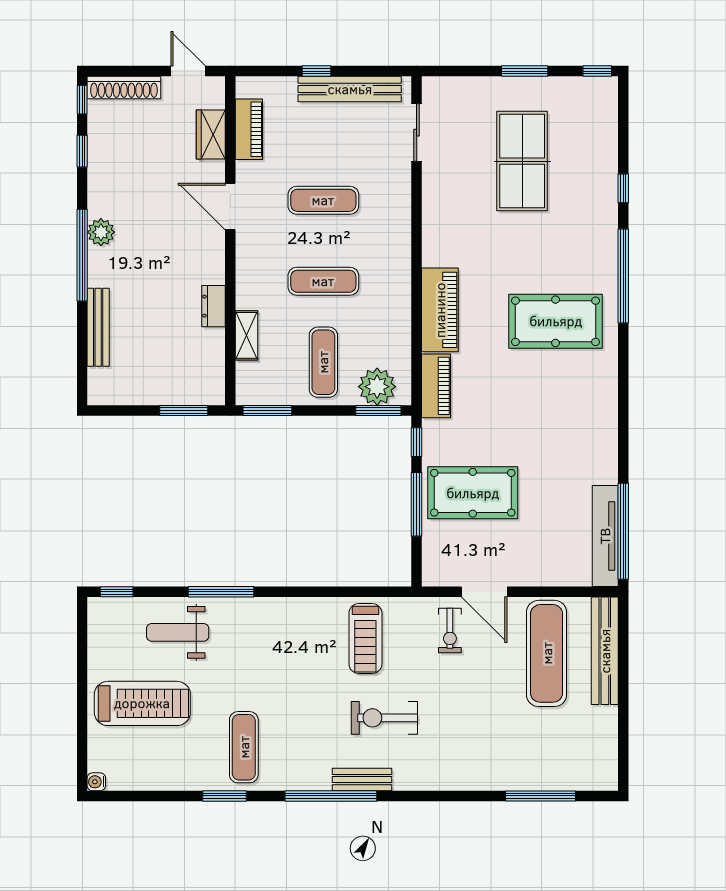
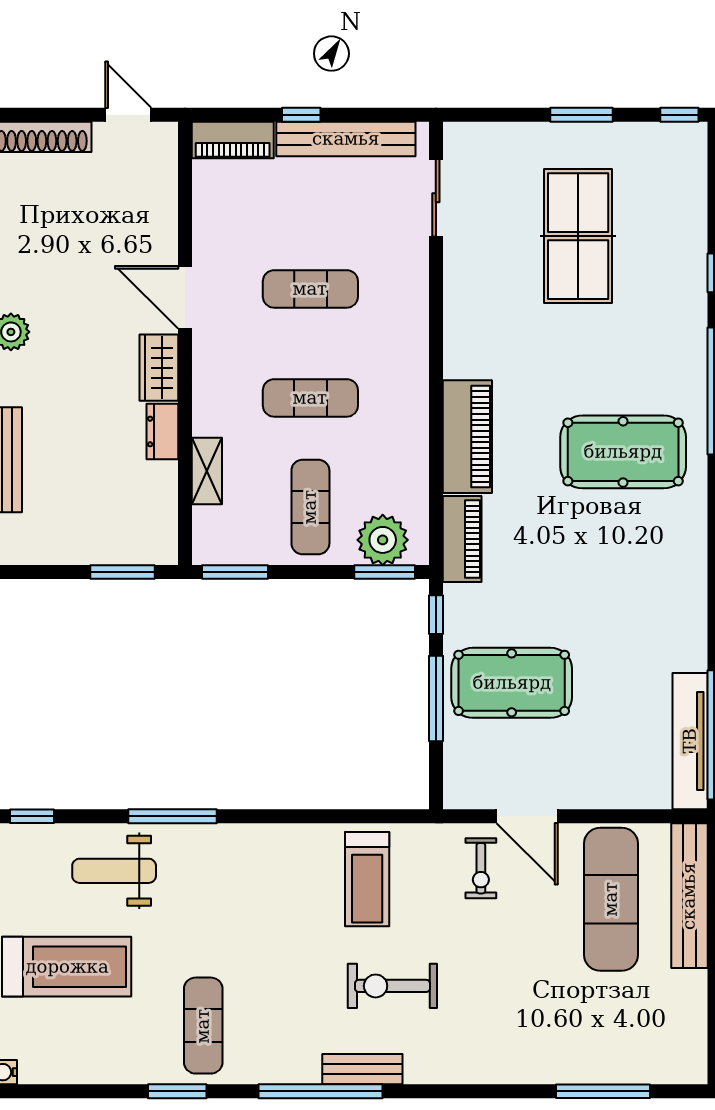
piano: (249, 129) -> (233, 140), moved, turned 90
wardrobe: (211, 135) -> (159, 368), moved

